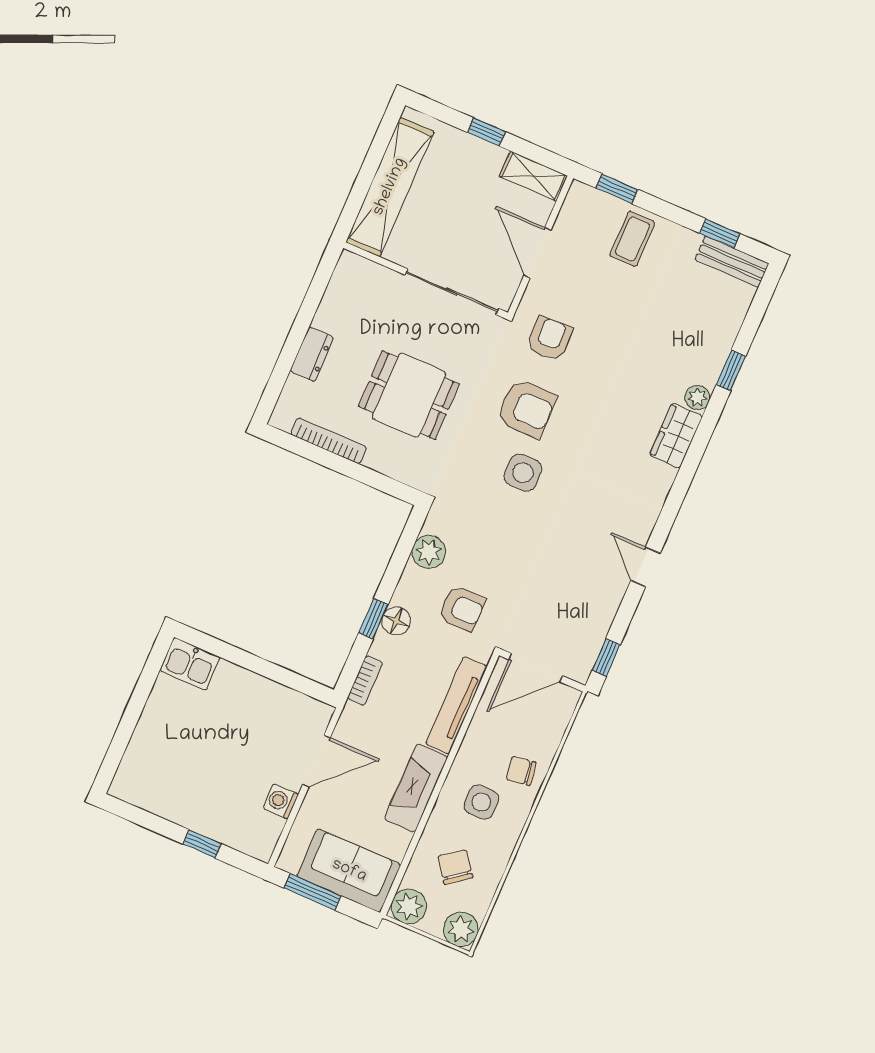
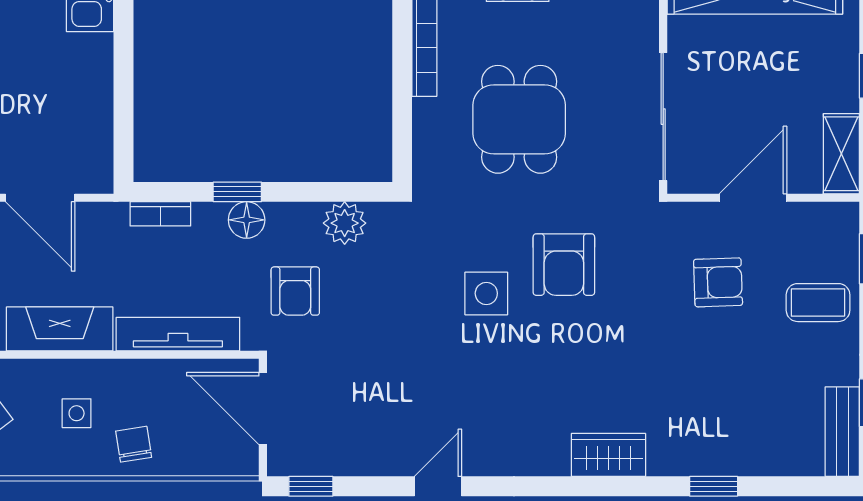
armchair: (550, 338) -> (718, 282), moved
plant: (697, 397) -> (664, 461), removed
side table: (481, 802) -> (77, 413), width x0.73, depth x0.73

